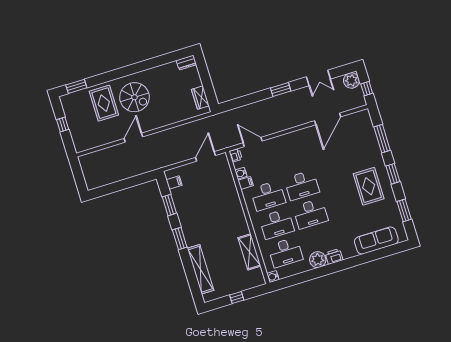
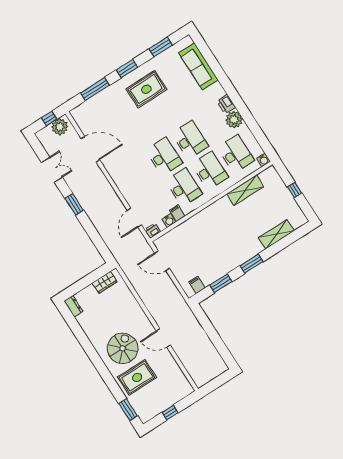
plant: (351, 80) -> (60, 127), moved
shelving: (200, 269) -> (276, 234), width x0.68

